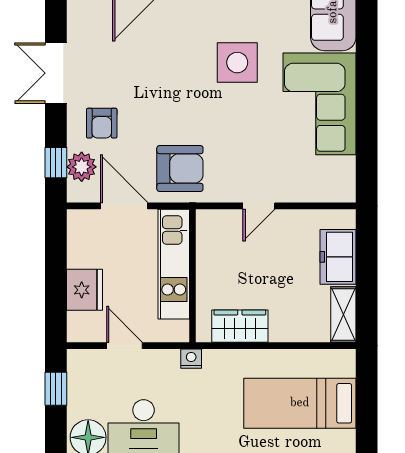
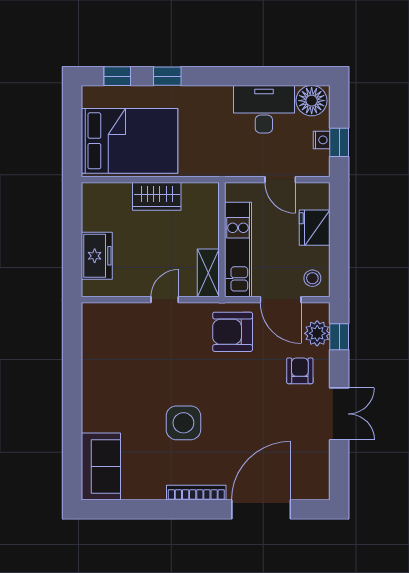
corner sofa: (320, 104) -> (113, 387), removed
stool: (87, 231) -> (312, 278), added
shelving: (343, 314) -> (208, 273), moved
wardrobe: (240, 326) -> (157, 196), moved
nightstand: (191, 359) -> (322, 140), moved, turned -90
bed: (300, 403) -> (130, 141), width x1.50

